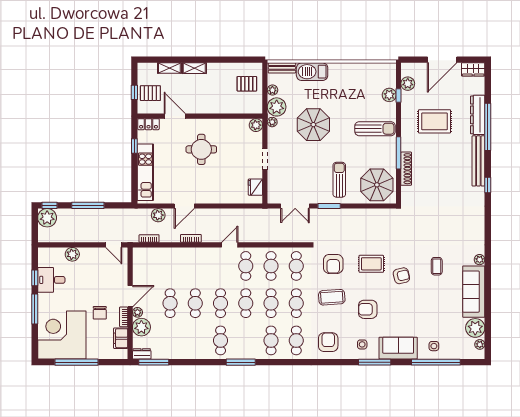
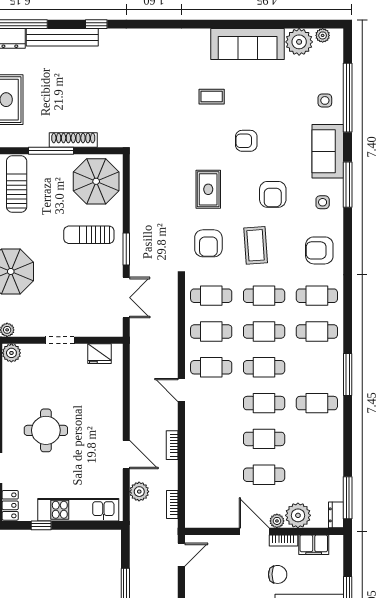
plant: (480, 260) -> (202, 36), removed
armchair: (333, 264) -> (208, 243), turned 90
armchair: (401, 276) -> (246, 141), moved, turned -77

